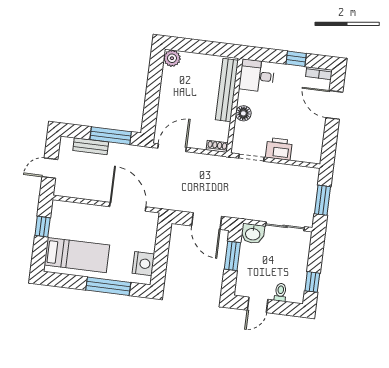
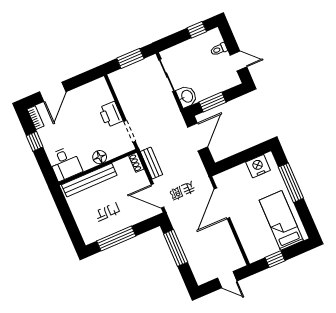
plant: (172, 58) -> (90, 236), removed
window: (154, 83) -> (116, 239), added
bench: (91, 146) -> (151, 163), moved

